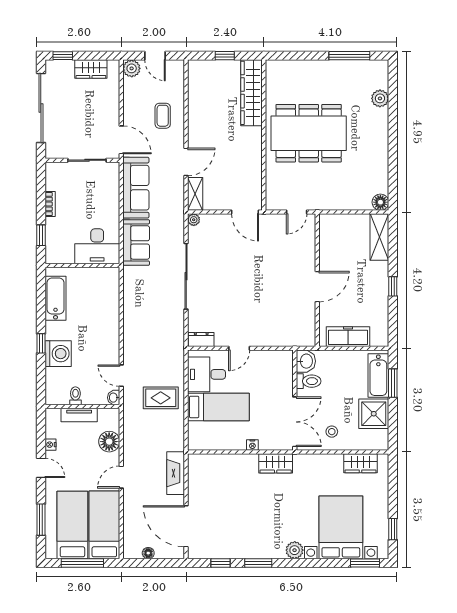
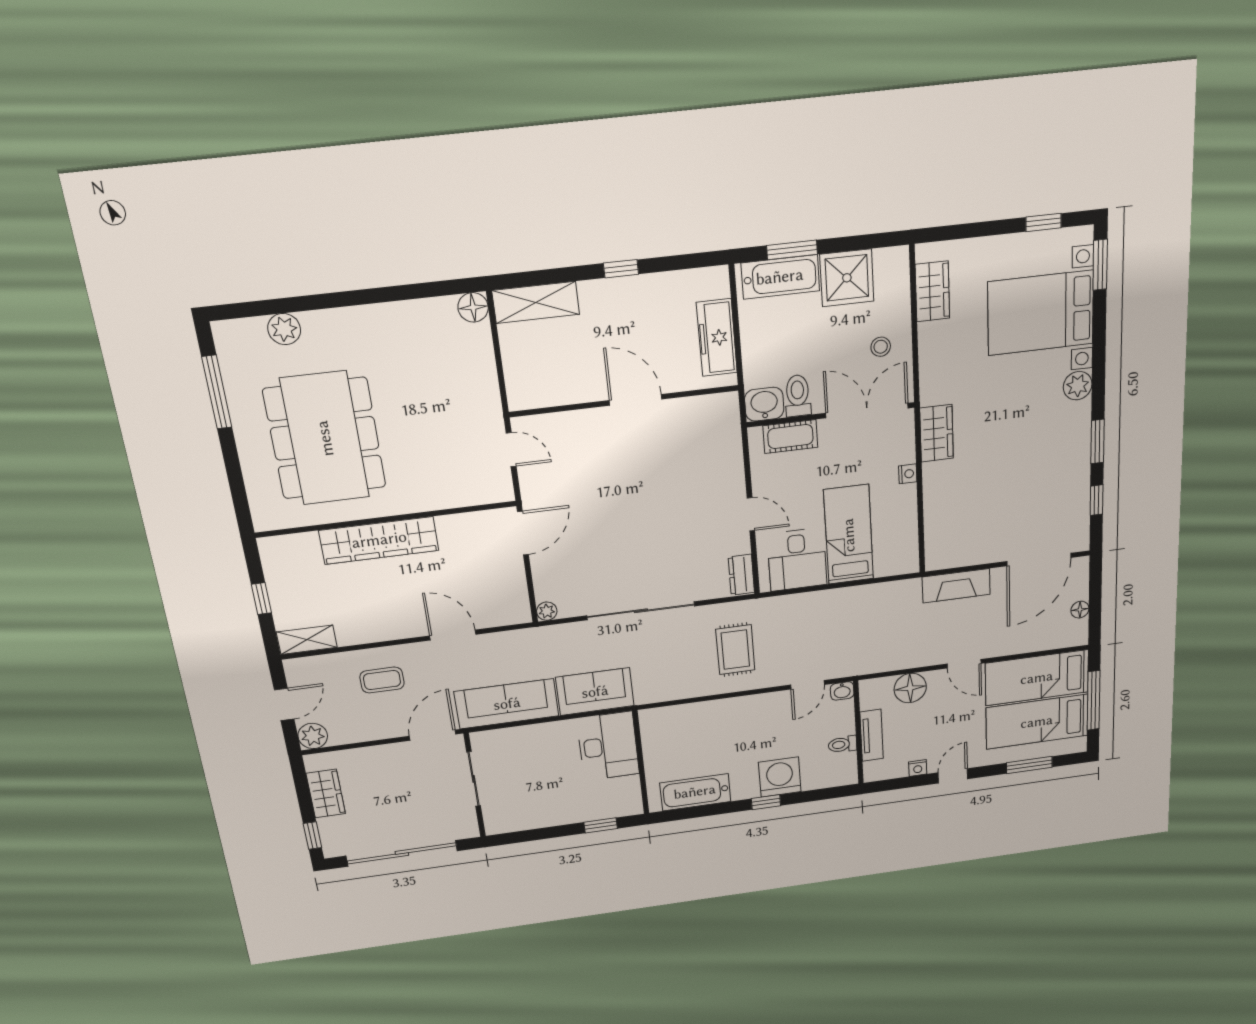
wardrobe: (252, 93) -> (379, 540), moved
dining table: (309, 133) -> (325, 438), moved
shelving: (195, 194) -> (307, 640), moved
bookcase: (50, 204) -> (550, 820), removed
cot: (284, 375) -> (790, 437), added
rug: (161, 398) -> (735, 650), moved

